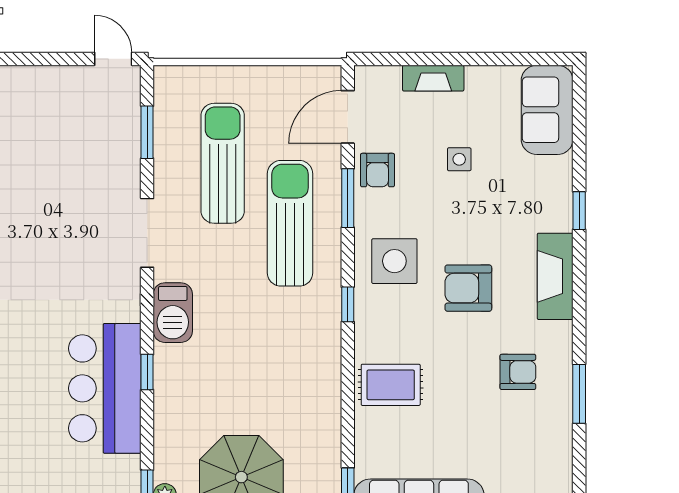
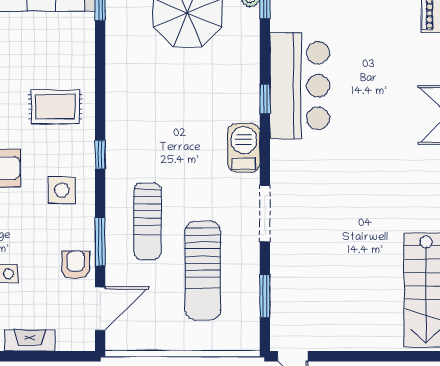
sun lounger: (290, 223) -> (147, 221), width x0.73, depth x0.75
side table: (394, 261) -> (62, 190), width x0.73, depth x0.73
rug: (391, 385) -> (55, 107), moved

